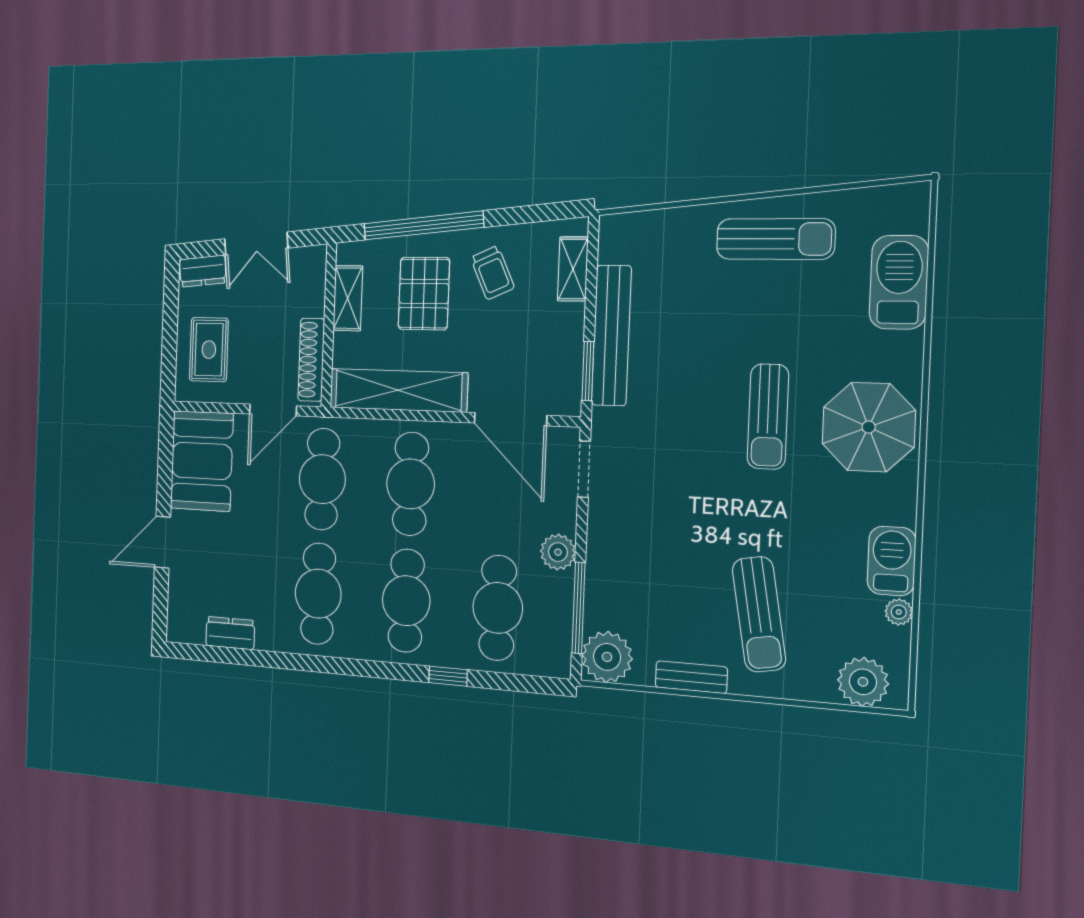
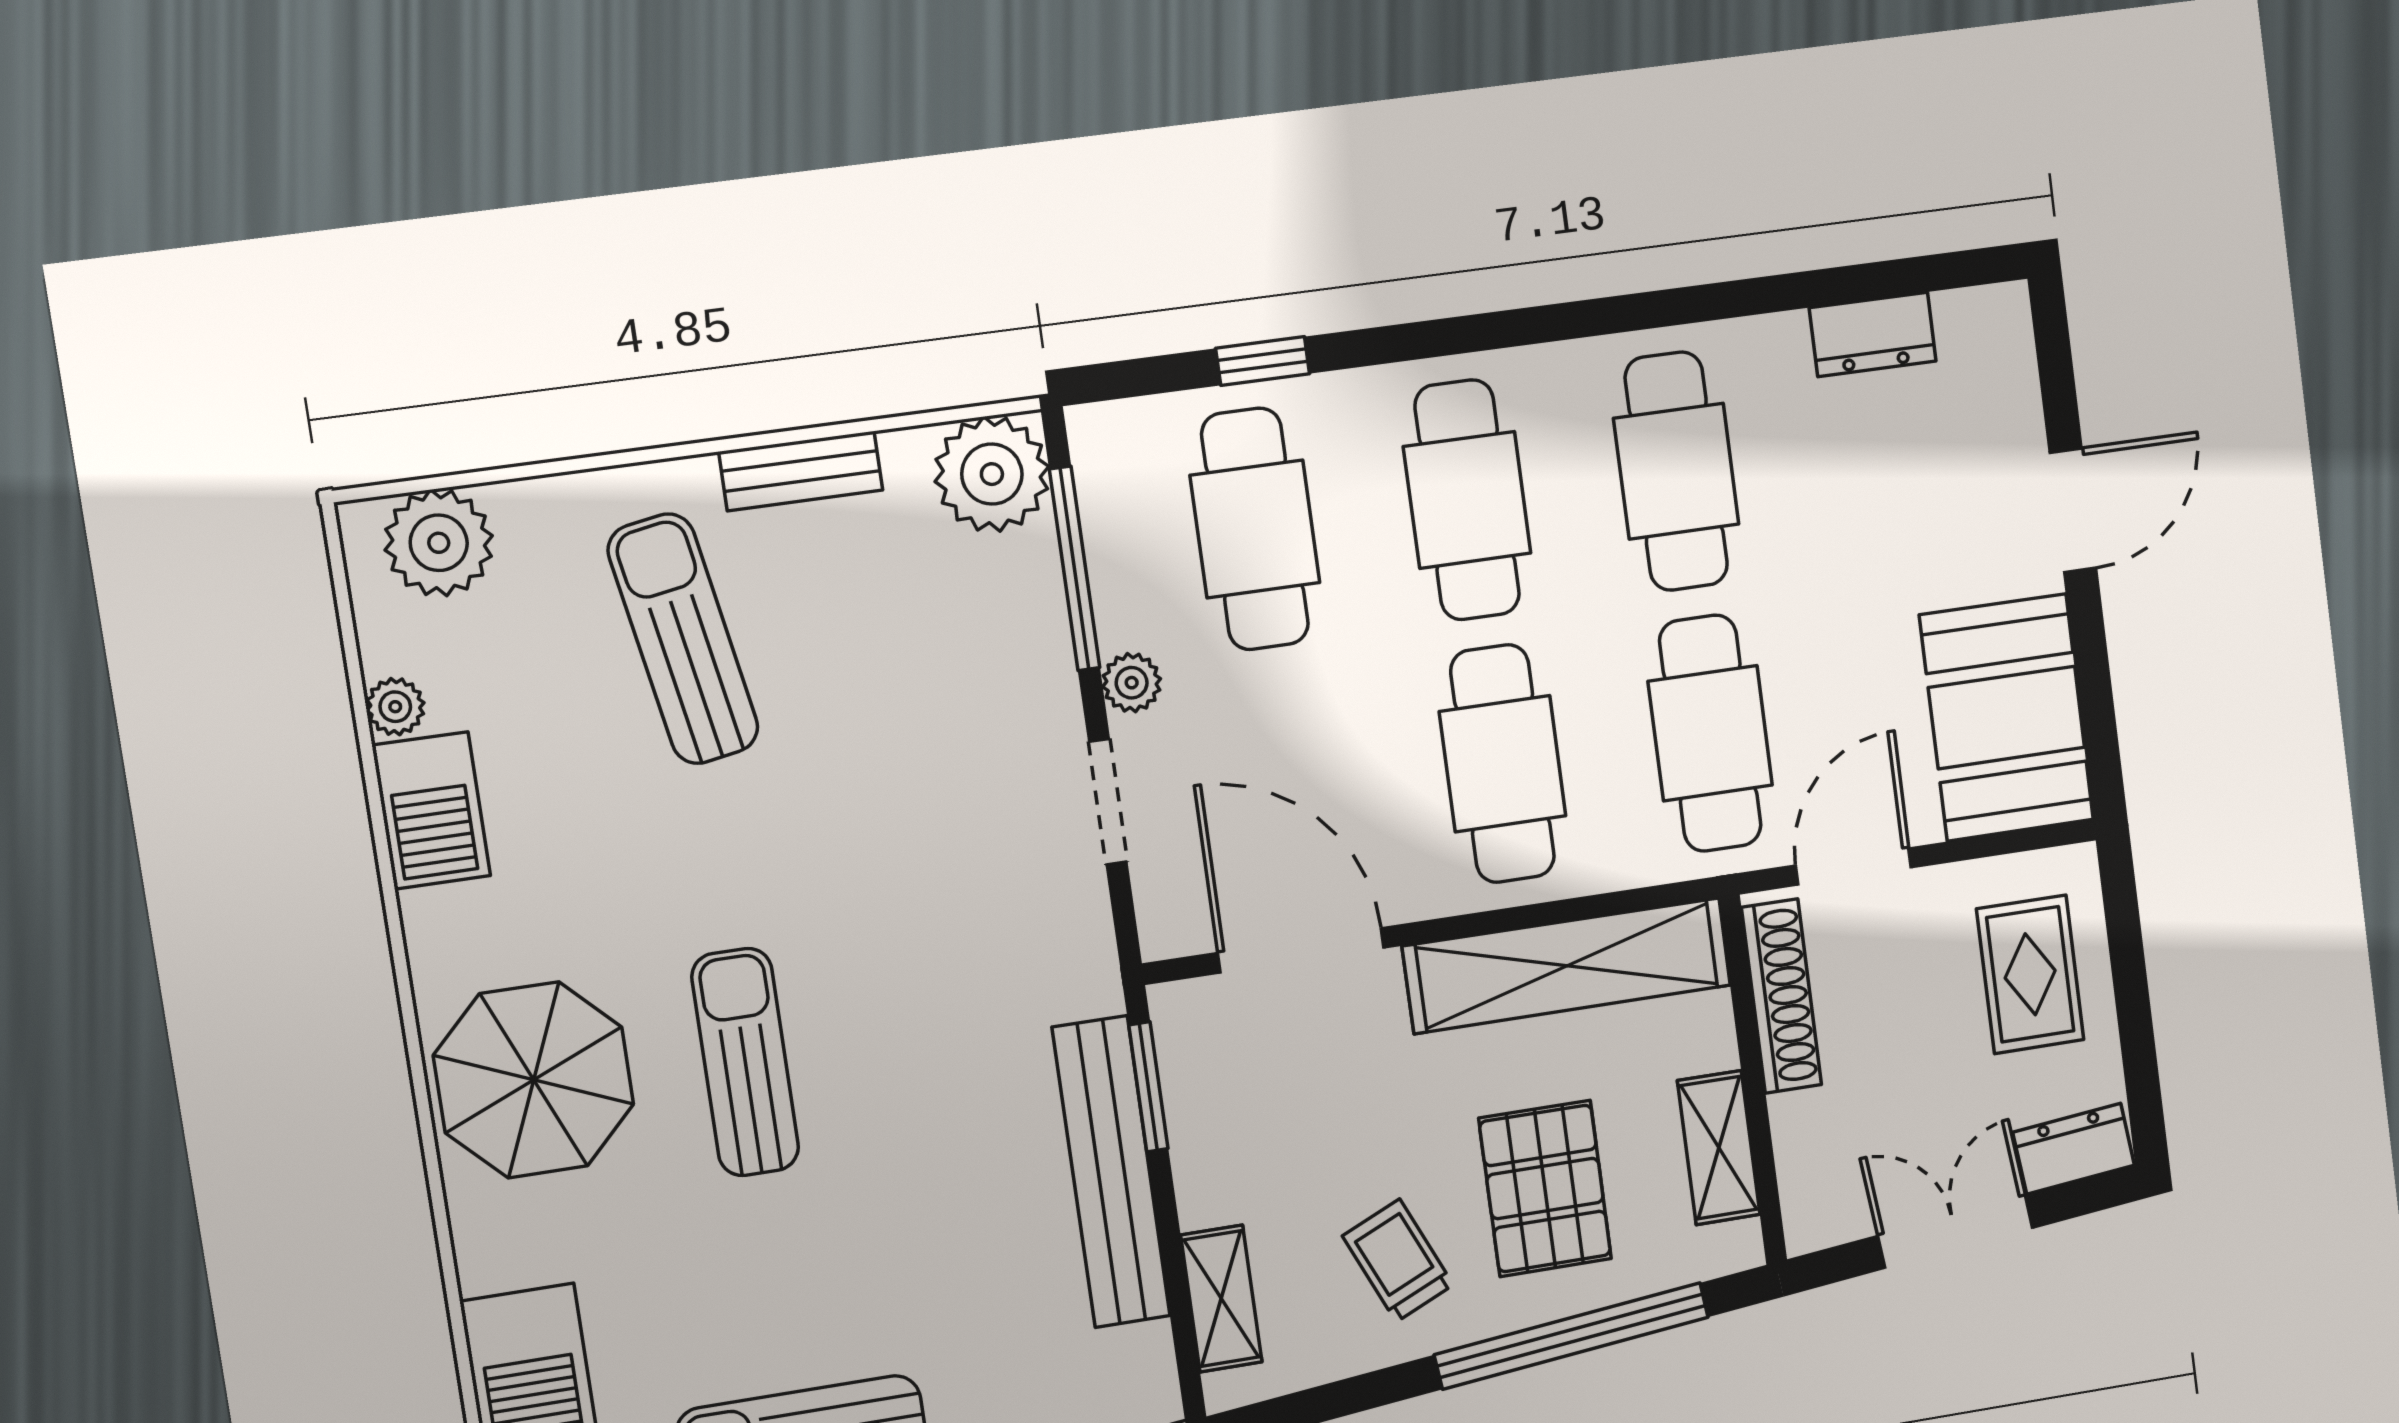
doorway: (584, 469) -> (1108, 802), moved
plant: (558, 552) -> (1132, 683), width x0.73, depth x0.73
window: (448, 676) -> (1263, 361), moved

